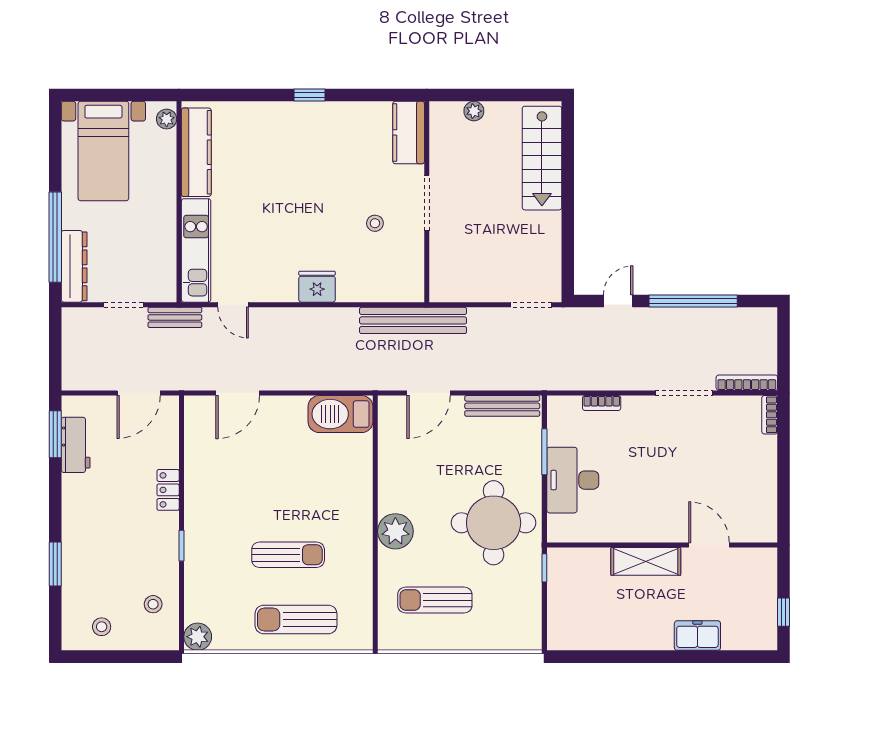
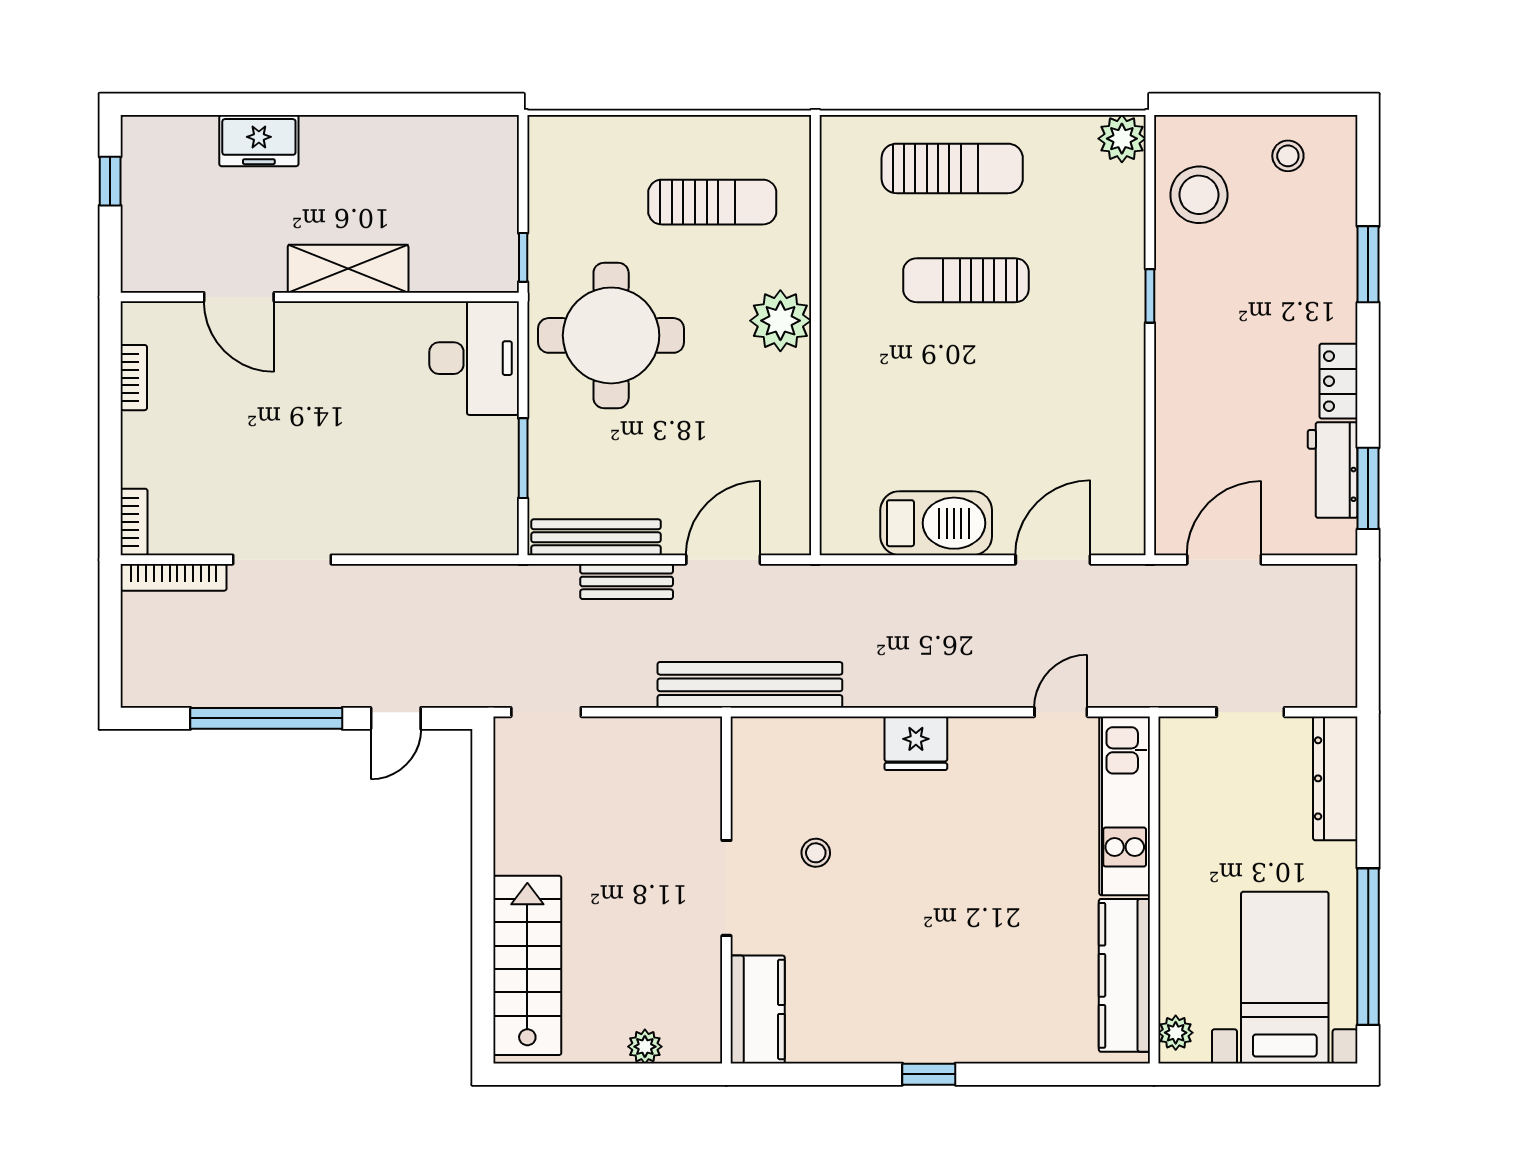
window: (55, 237) -> (1368, 947), moved
door: (233, 305) -> (1061, 712), hinge flipped
bench: (175, 317) -> (627, 581), moved
bookcase: (602, 403) -> (134, 378), moved, turned 90
barbecue: (340, 414) -> (936, 523), moved
desk: (573, 480) -> (474, 358), moved
locker: (168, 490) -> (1338, 381), moved, turned 180
stool: (153, 604) -> (1199, 195), width x1.89, depth x1.89

